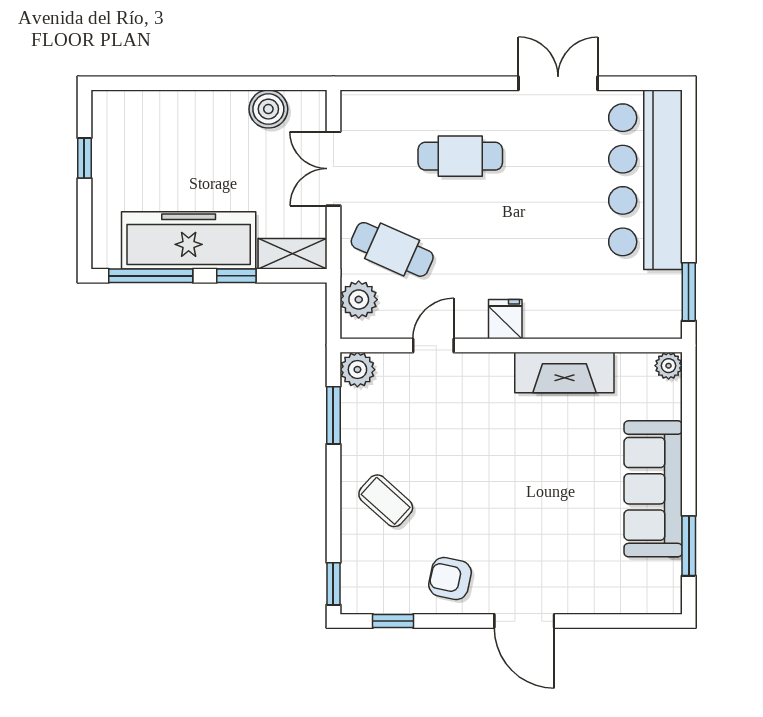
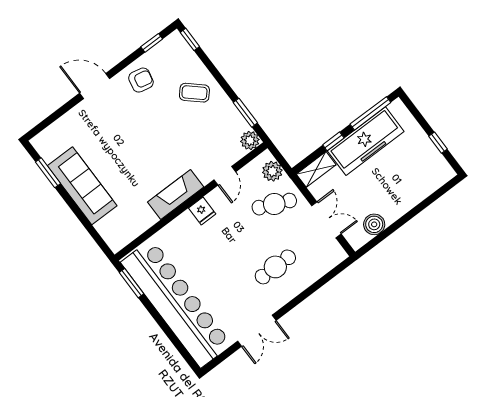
bar counter: (645, 180) -> (176, 303), width x1.36
plant: (669, 366) -> (116, 244), removed
fireplace: (564, 373) -> (176, 195), moved

